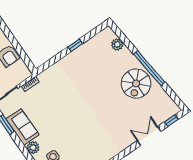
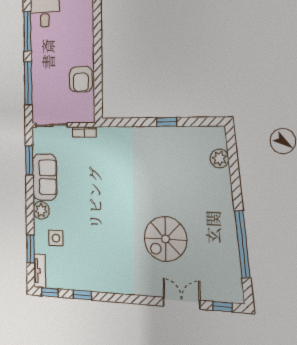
window: (149, 68) -> (242, 244), moved
spiral stairs: (136, 83) -> (165, 239), moved

